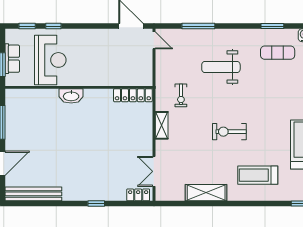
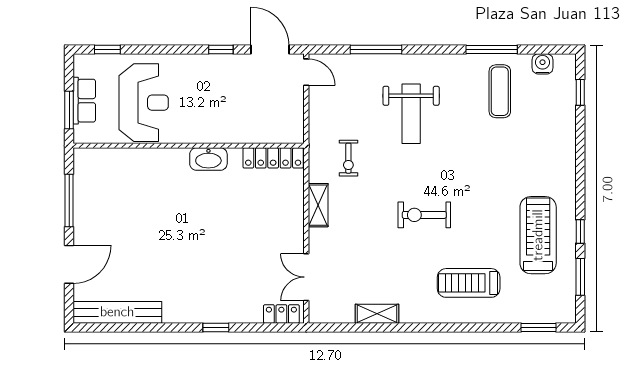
window: (53, 26) -> (221, 49), moved
window: (272, 26) -> (492, 49), width x1.44
exercise mat: (278, 53) -> (500, 91), turned 90
weight bench: (221, 67) -> (411, 114), turned -90
washbasin: (71, 96) -> (208, 159), moved
shelving: (206, 193) -> (377, 314), width x0.67, depth x0.75

